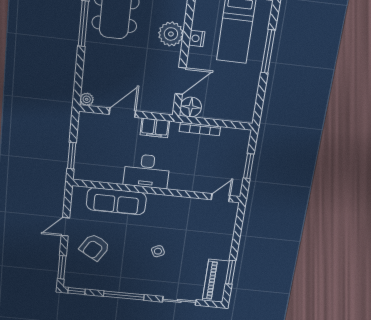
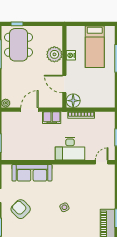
door: (181, 81) -> (64, 84), swing flipped
desk: (147, 171) -> (70, 149), moved
armchair: (95, 247) -> (21, 209), turned 104

